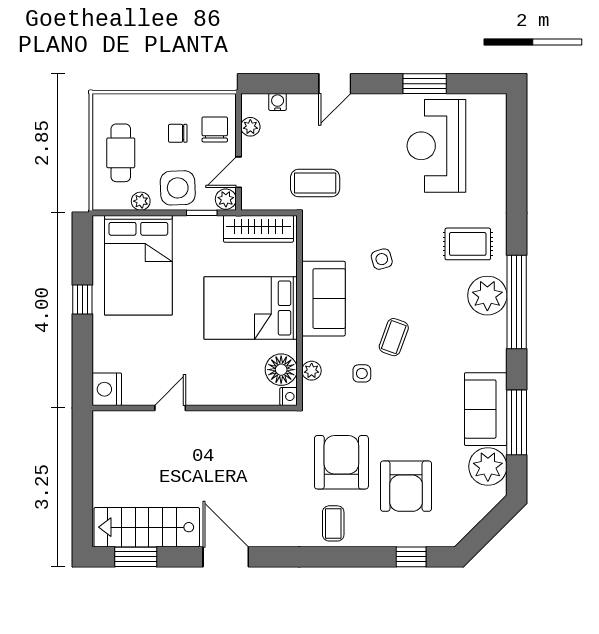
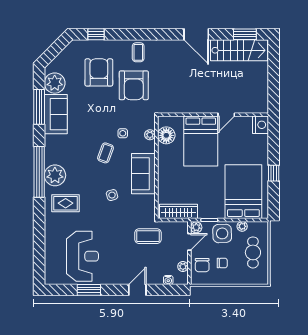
bed: (251, 308) -> (201, 141), moved, turned 90
nightstand: (288, 396) -> (162, 121), removed

